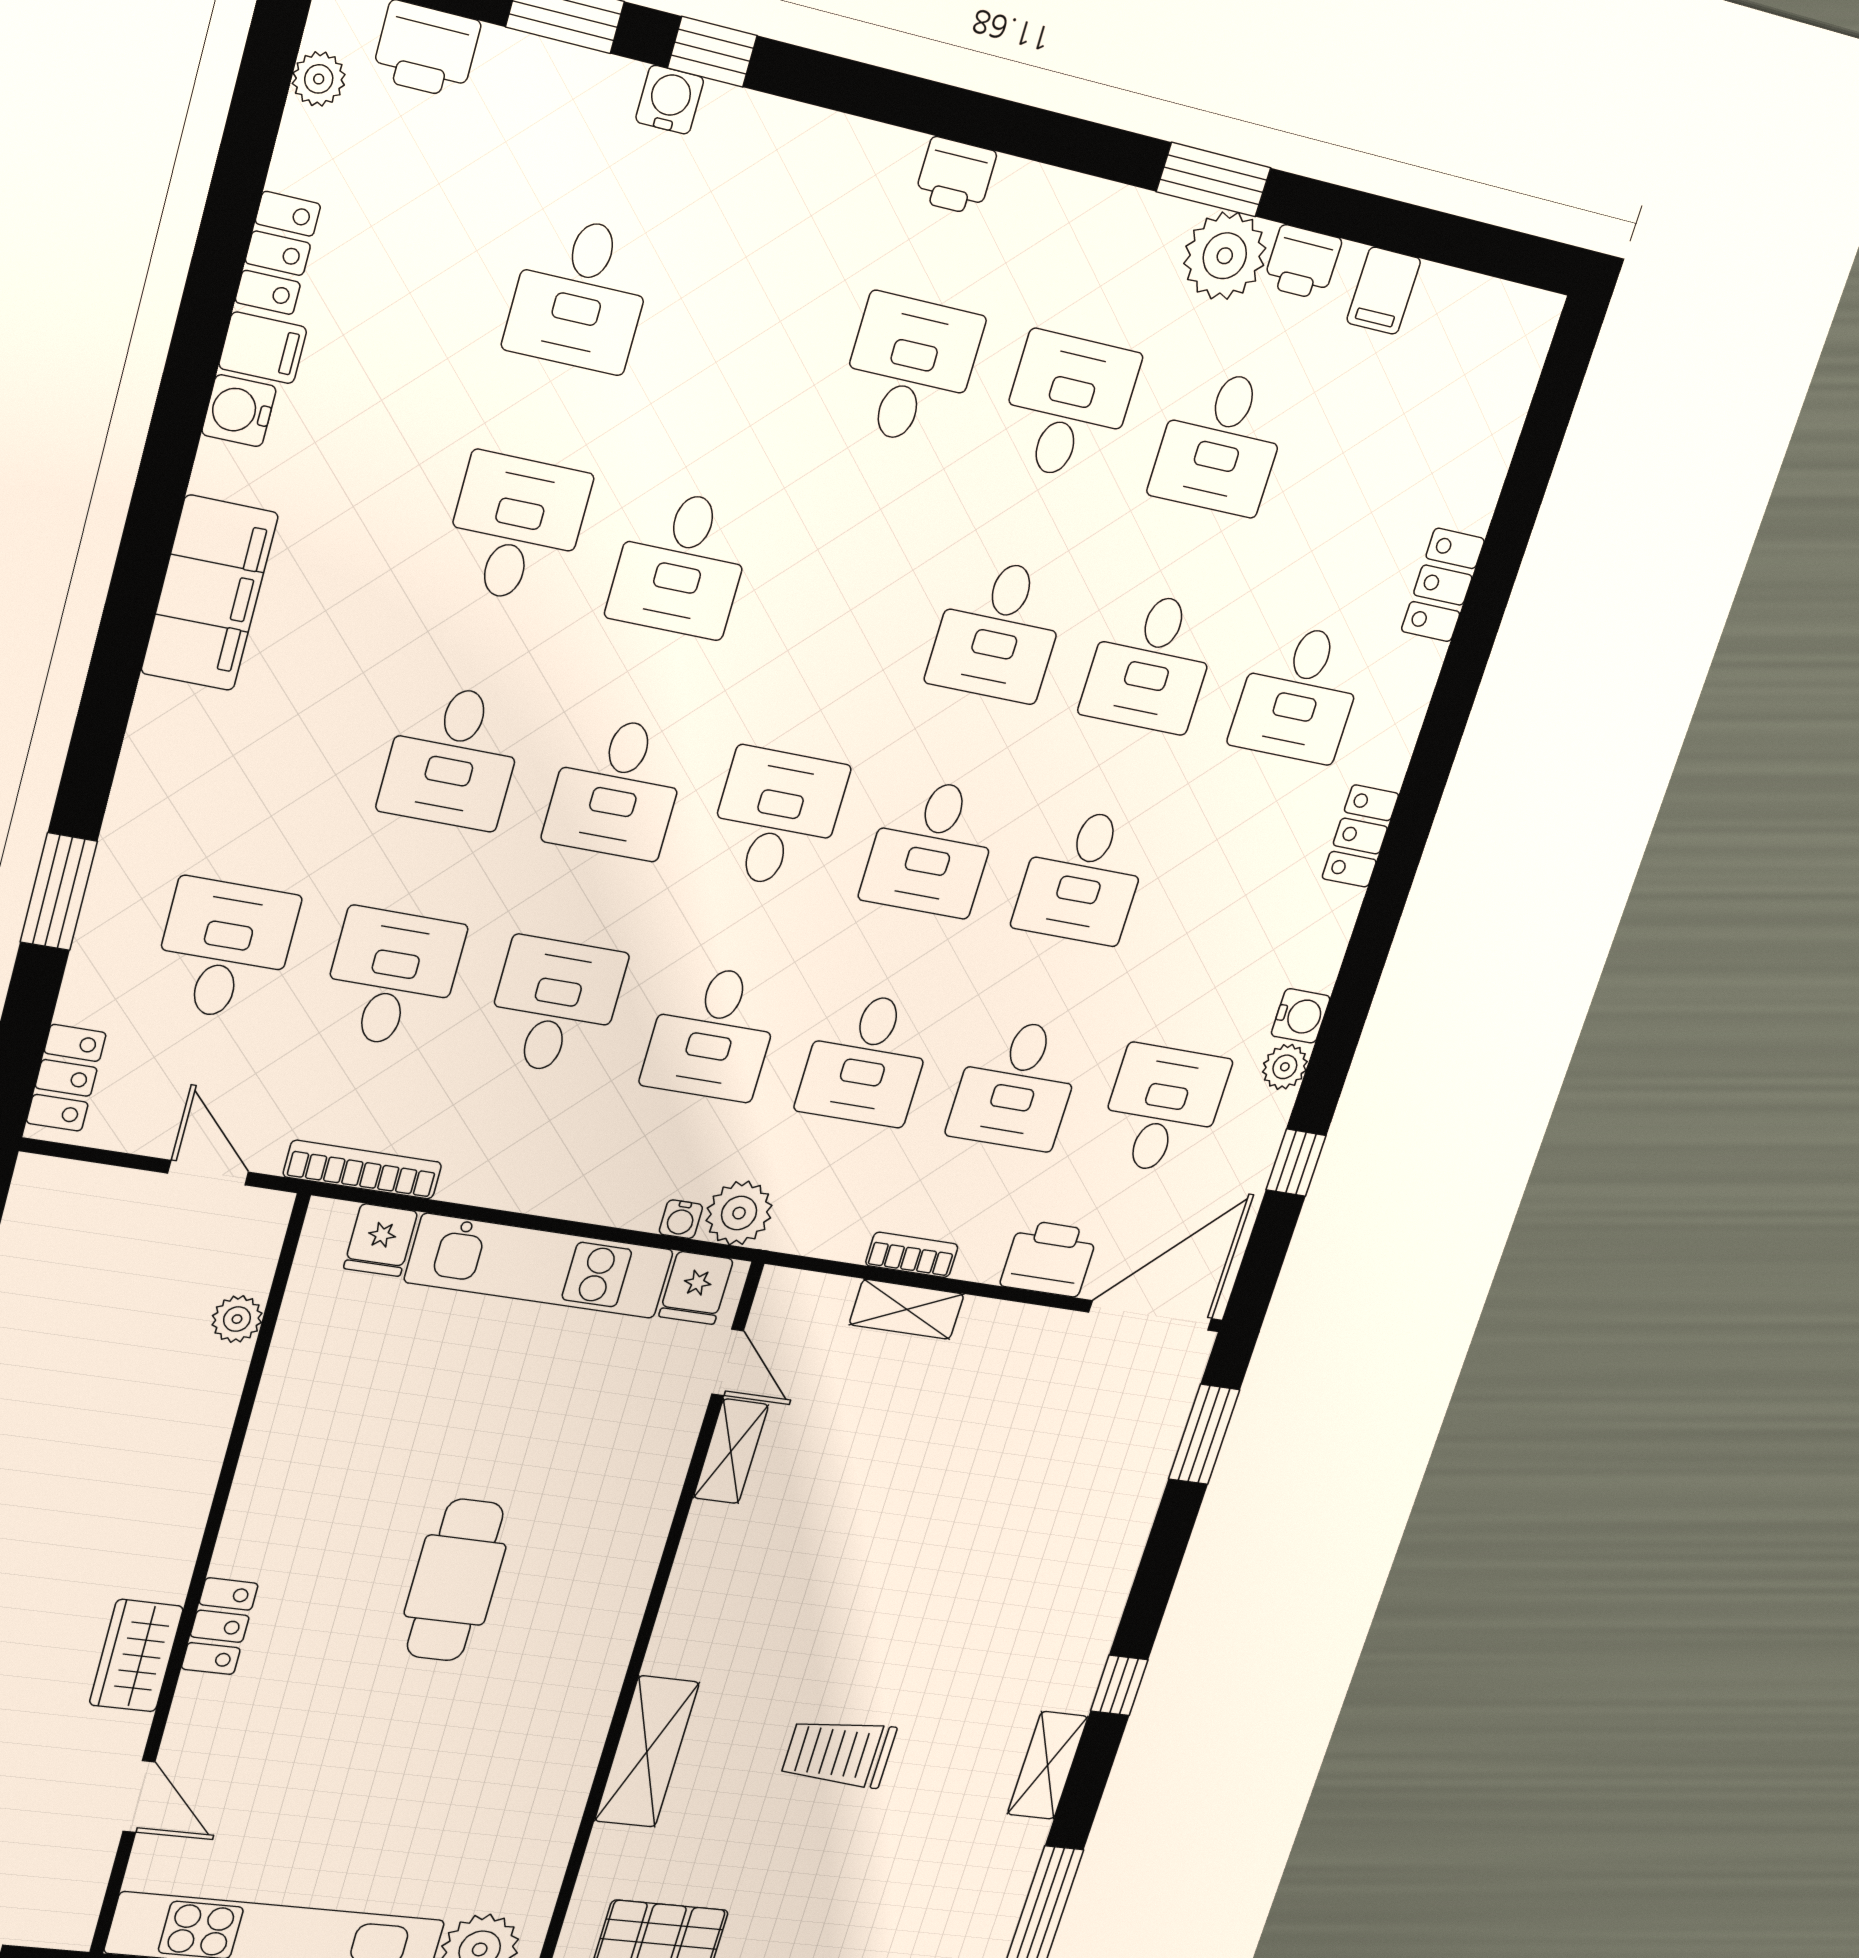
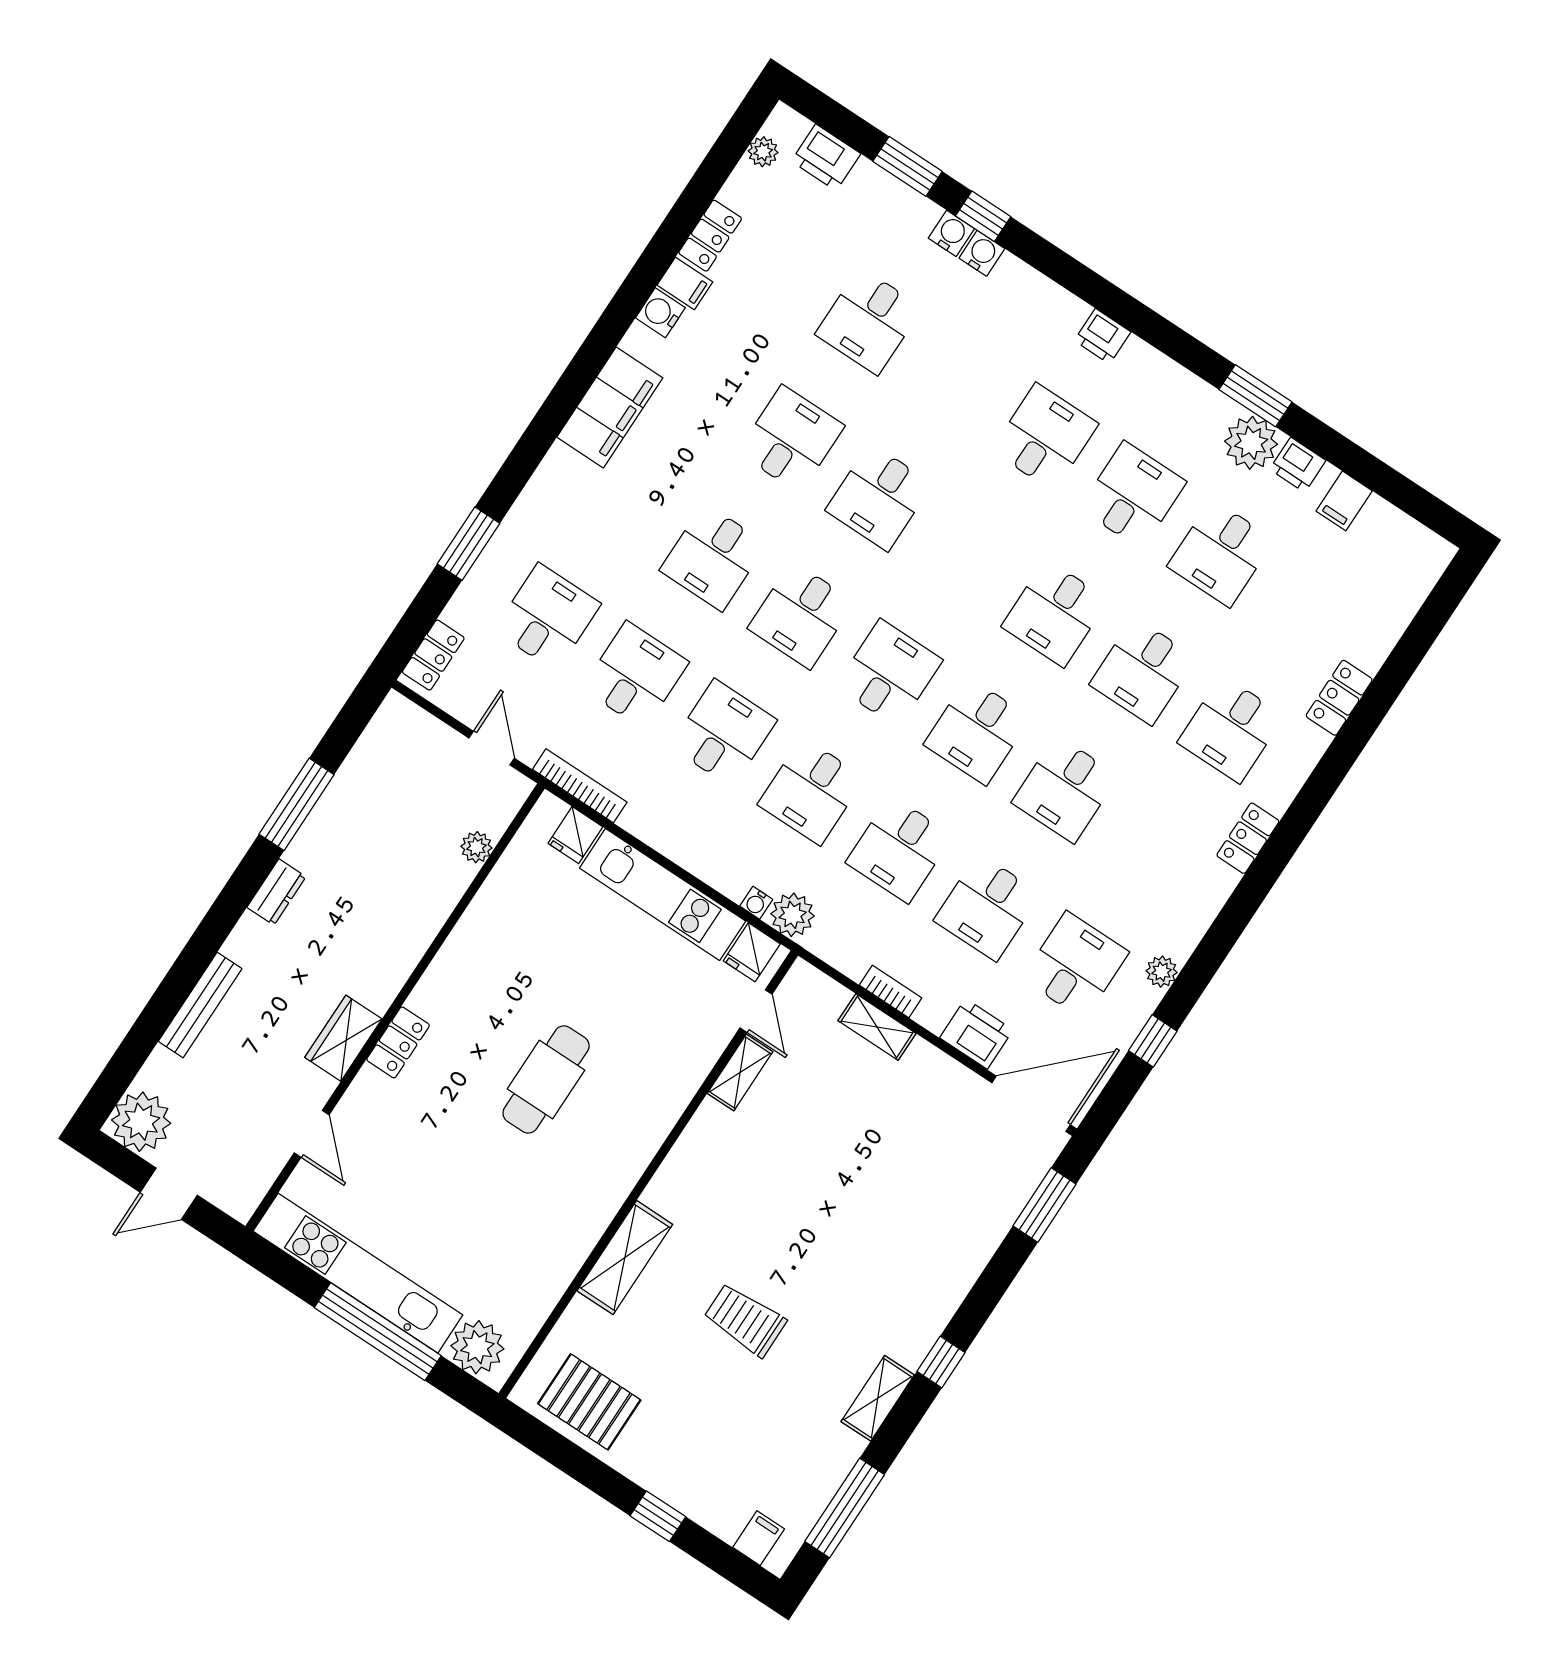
water cooler: (1301, 1016) -> (982, 253), moved, turned -90

